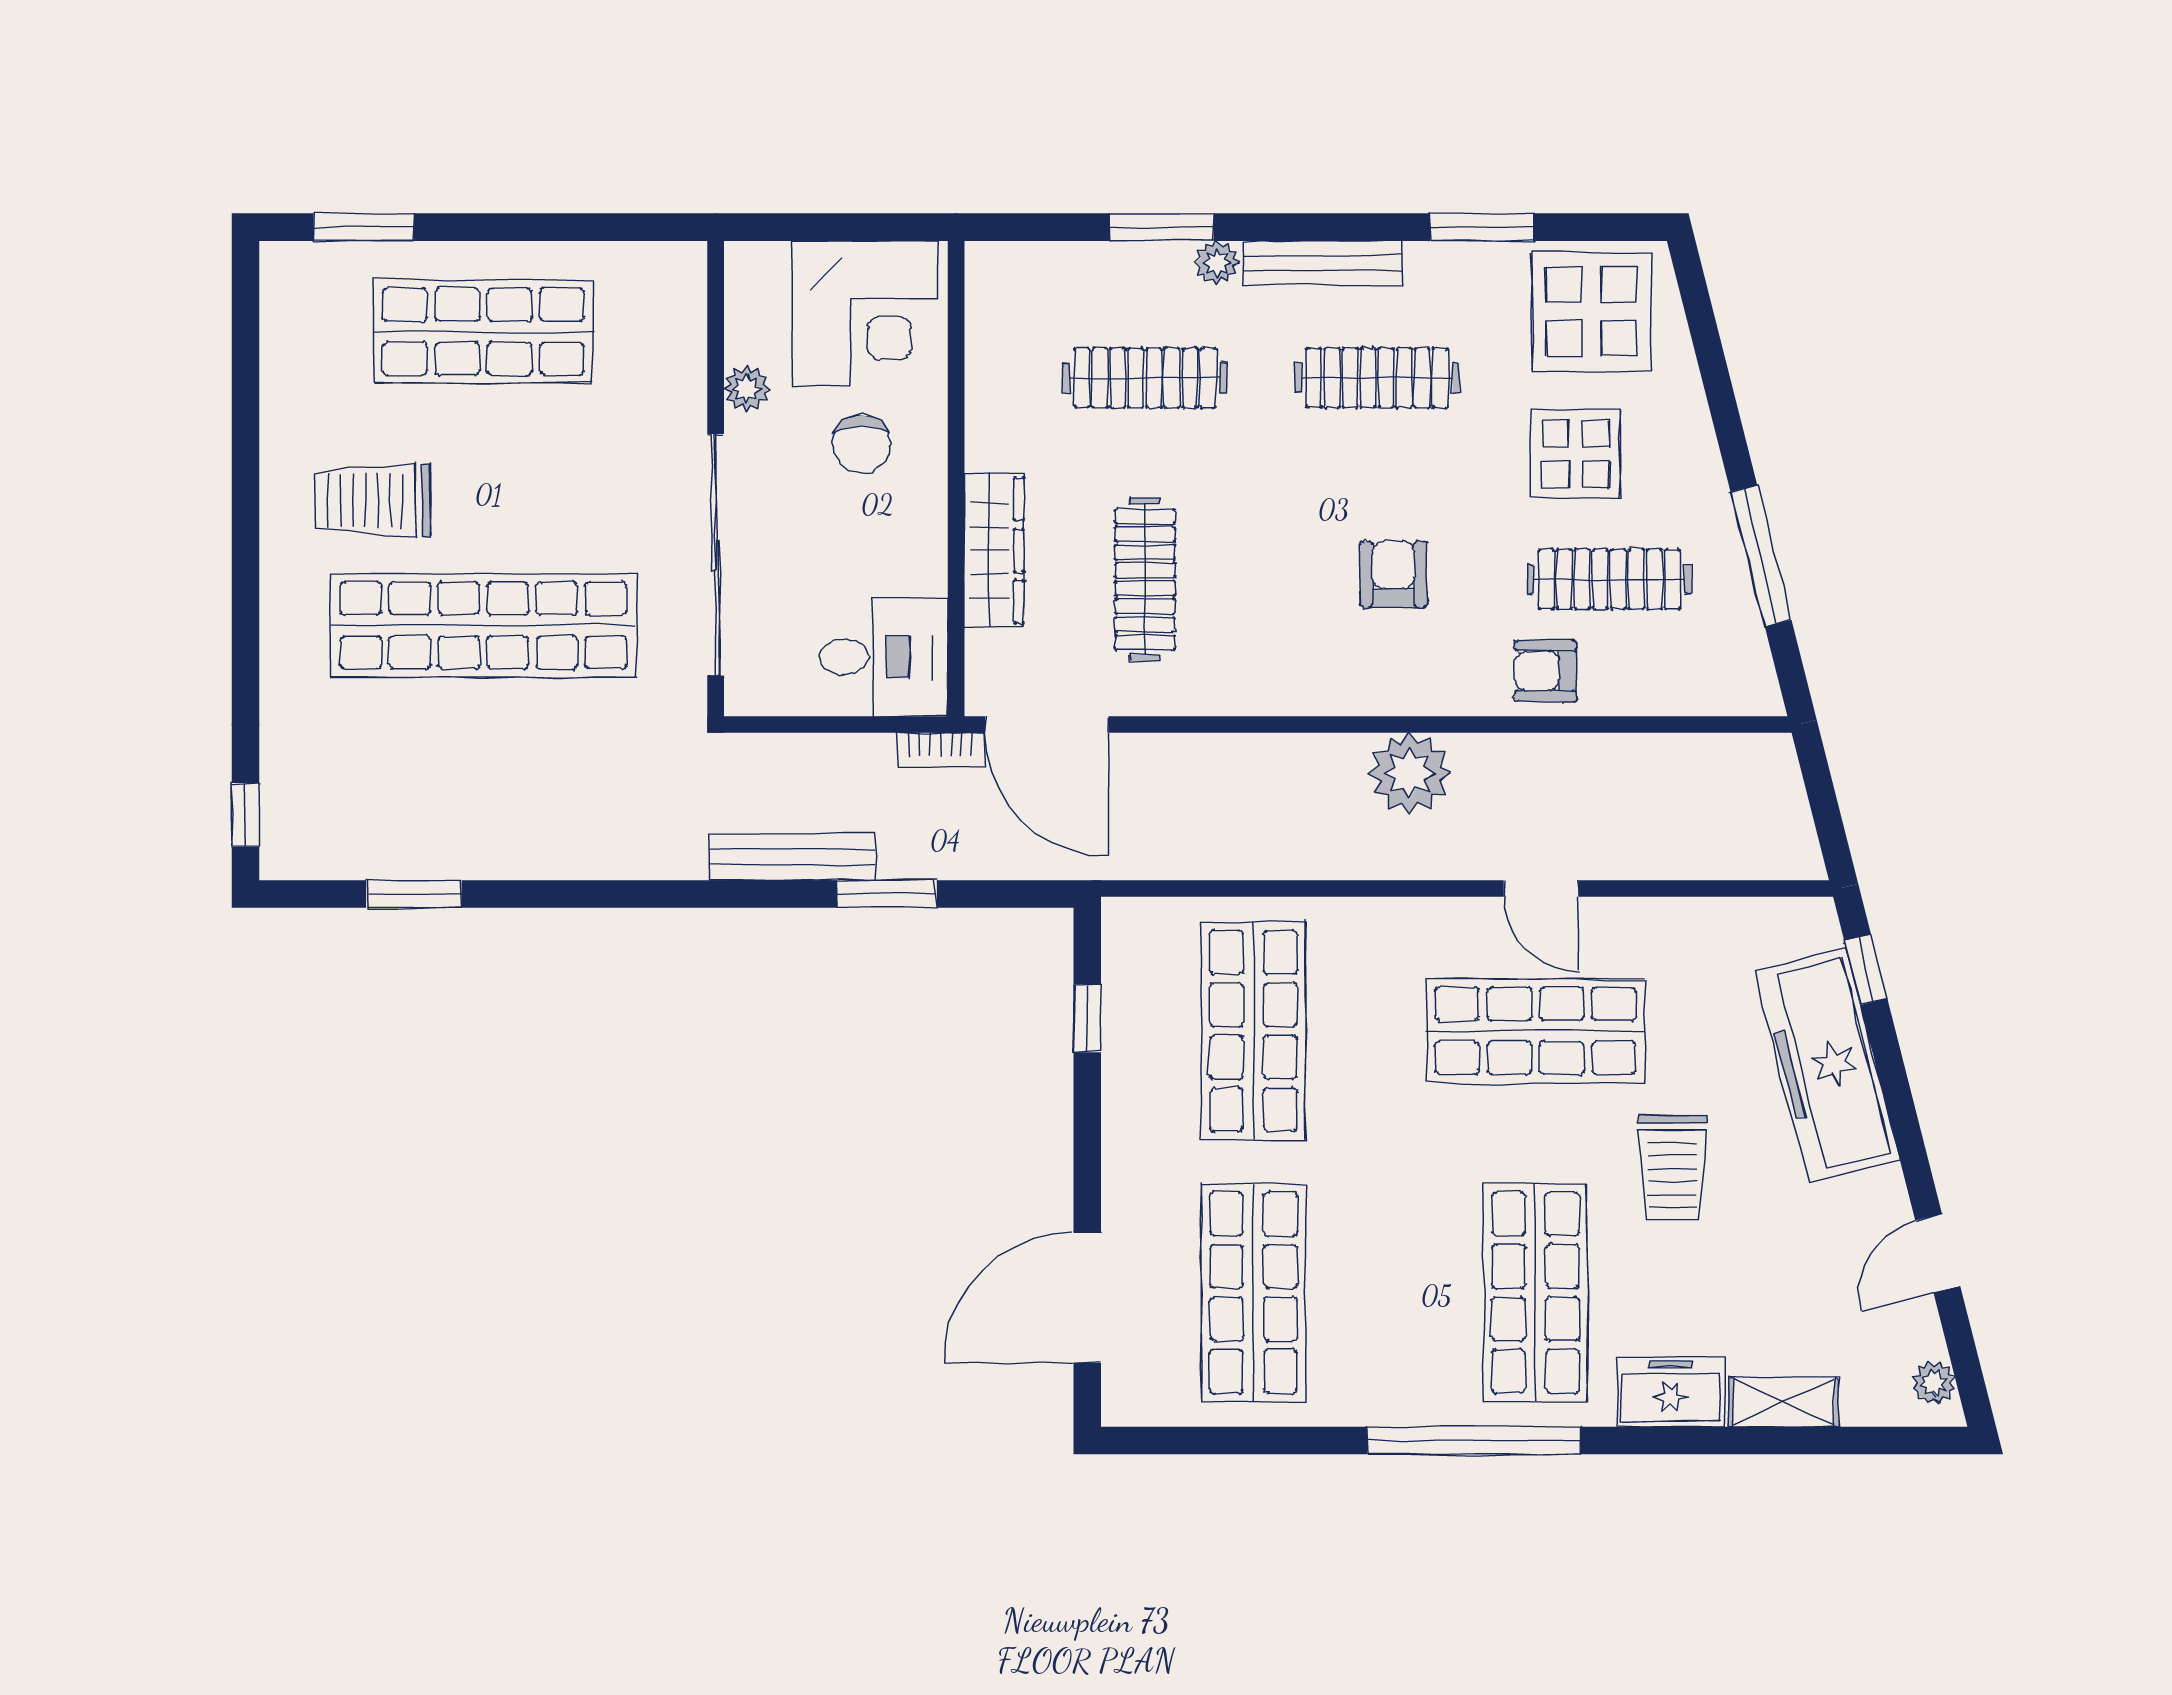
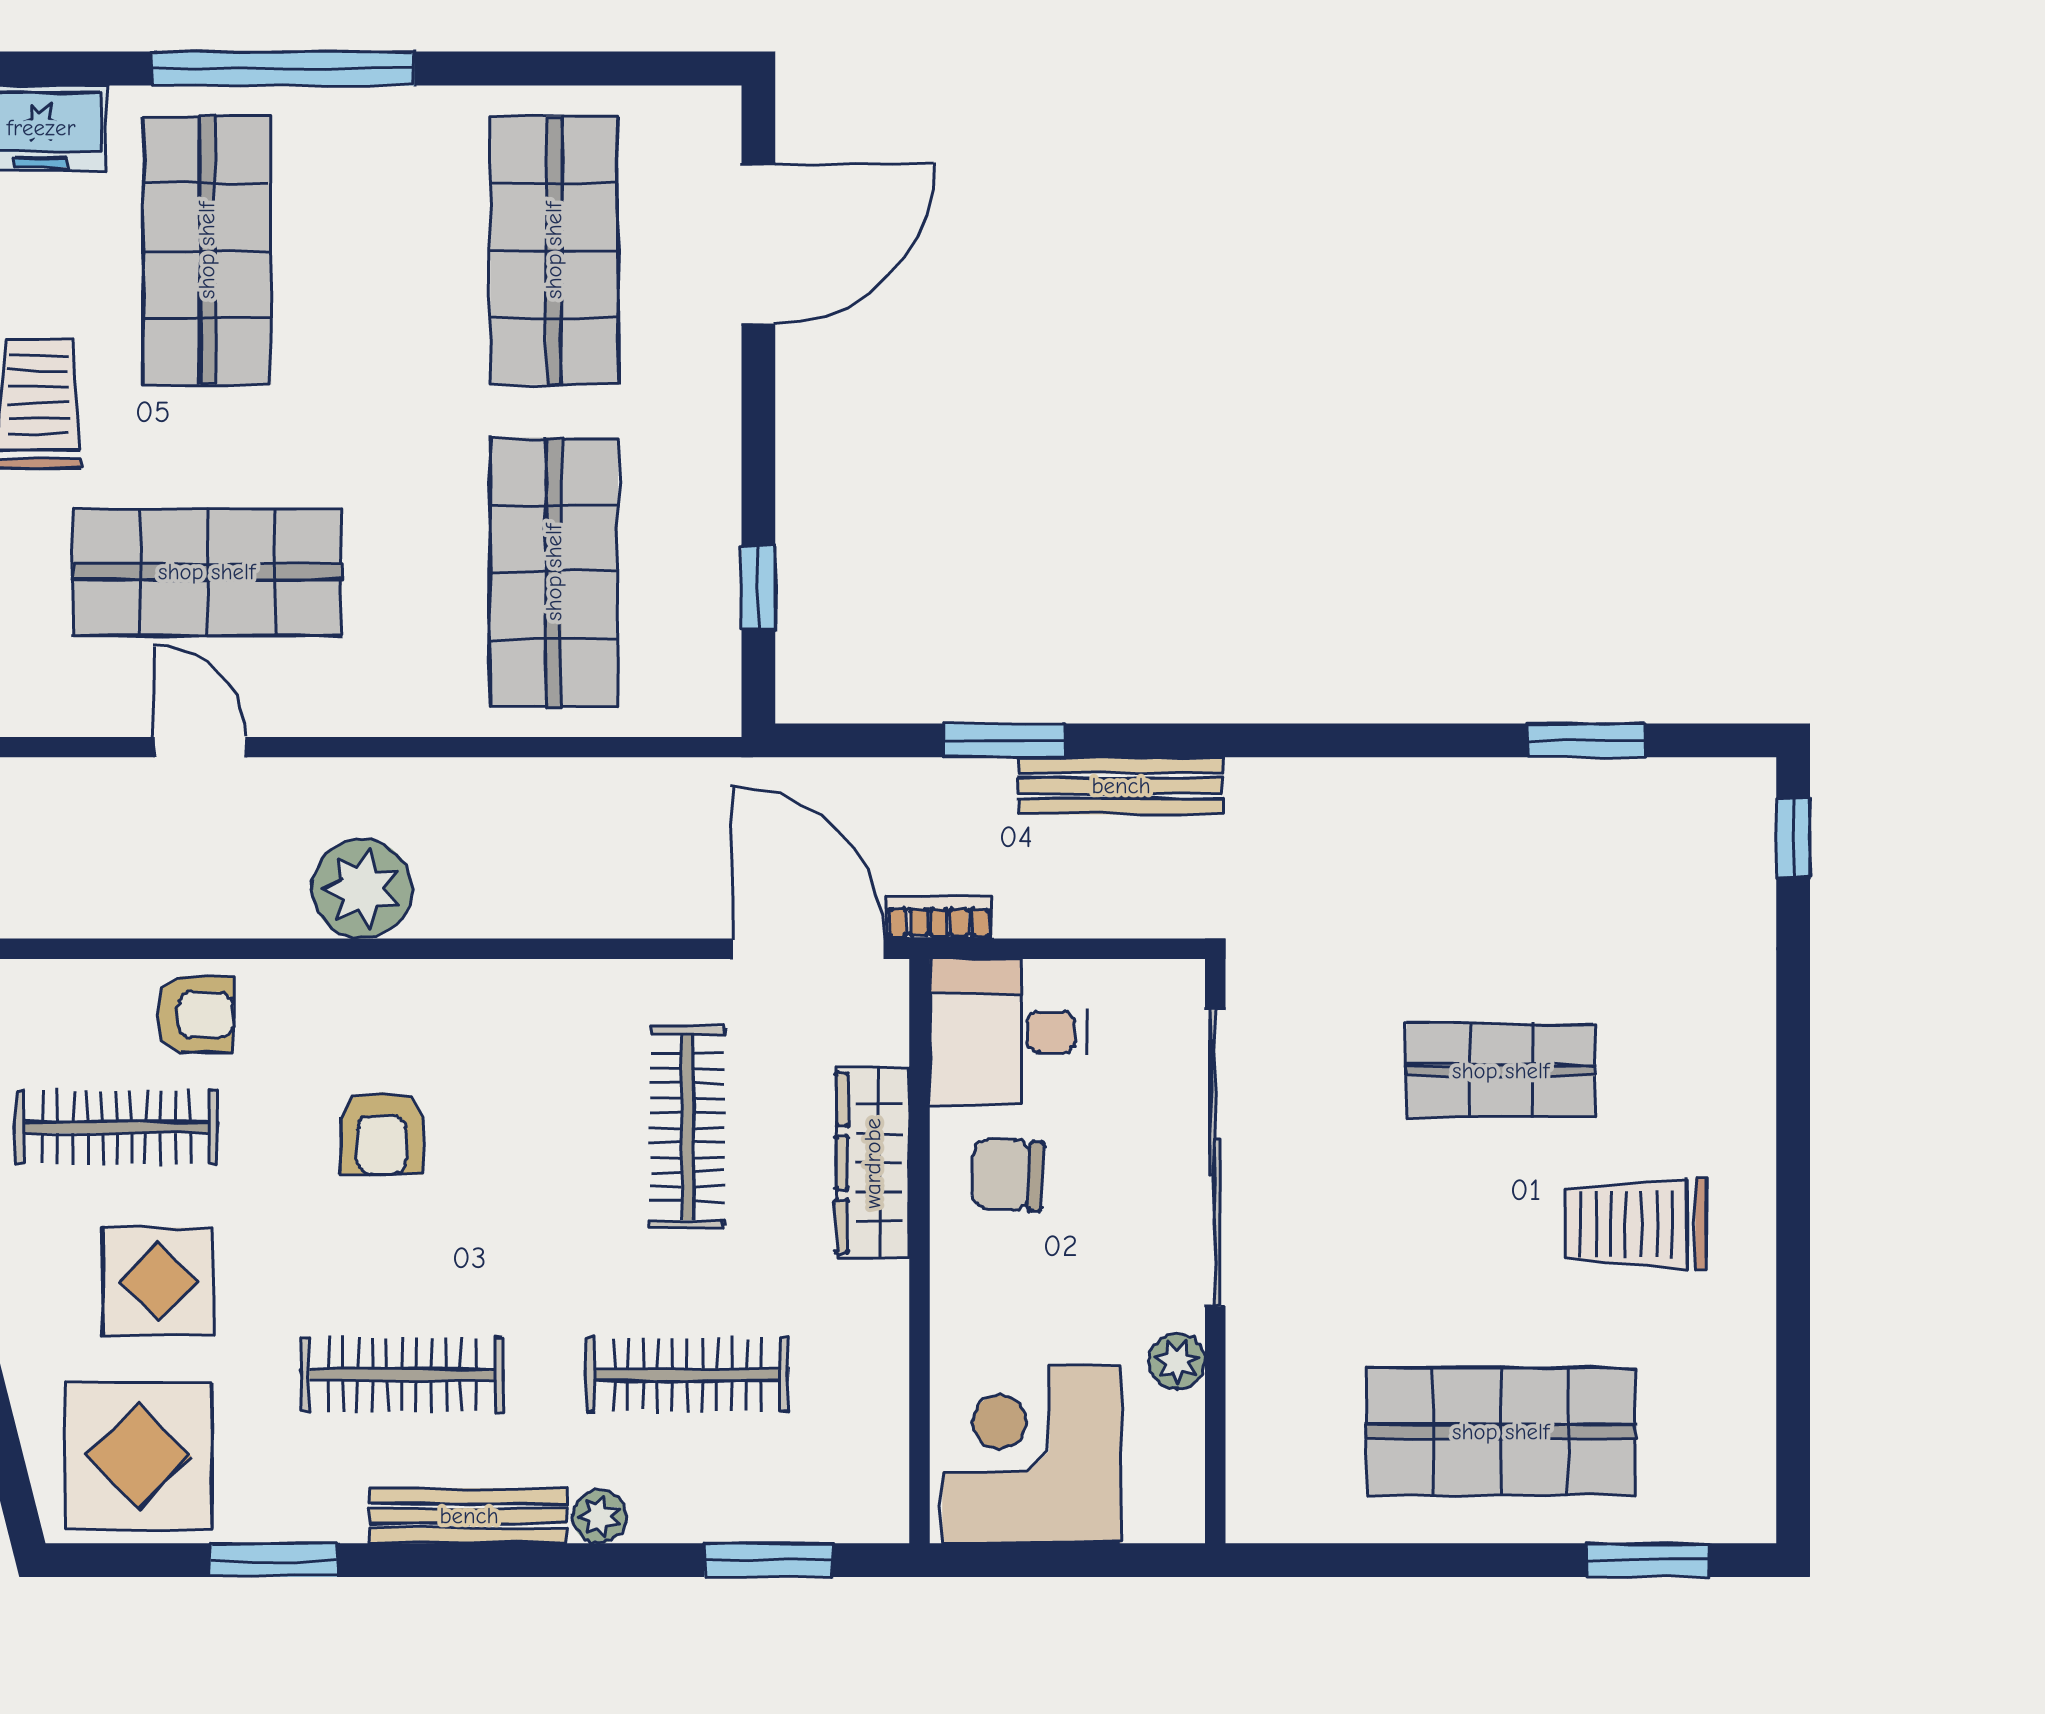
window: (1162, 227) -> (768, 1560), moved
chair: (862, 444) -> (1008, 1175), moved, turned -87
trolley: (373, 501) -> (1636, 1224), turned 180
shop shelf: (483, 625) -> (1501, 1071), width x0.50, depth x0.74

